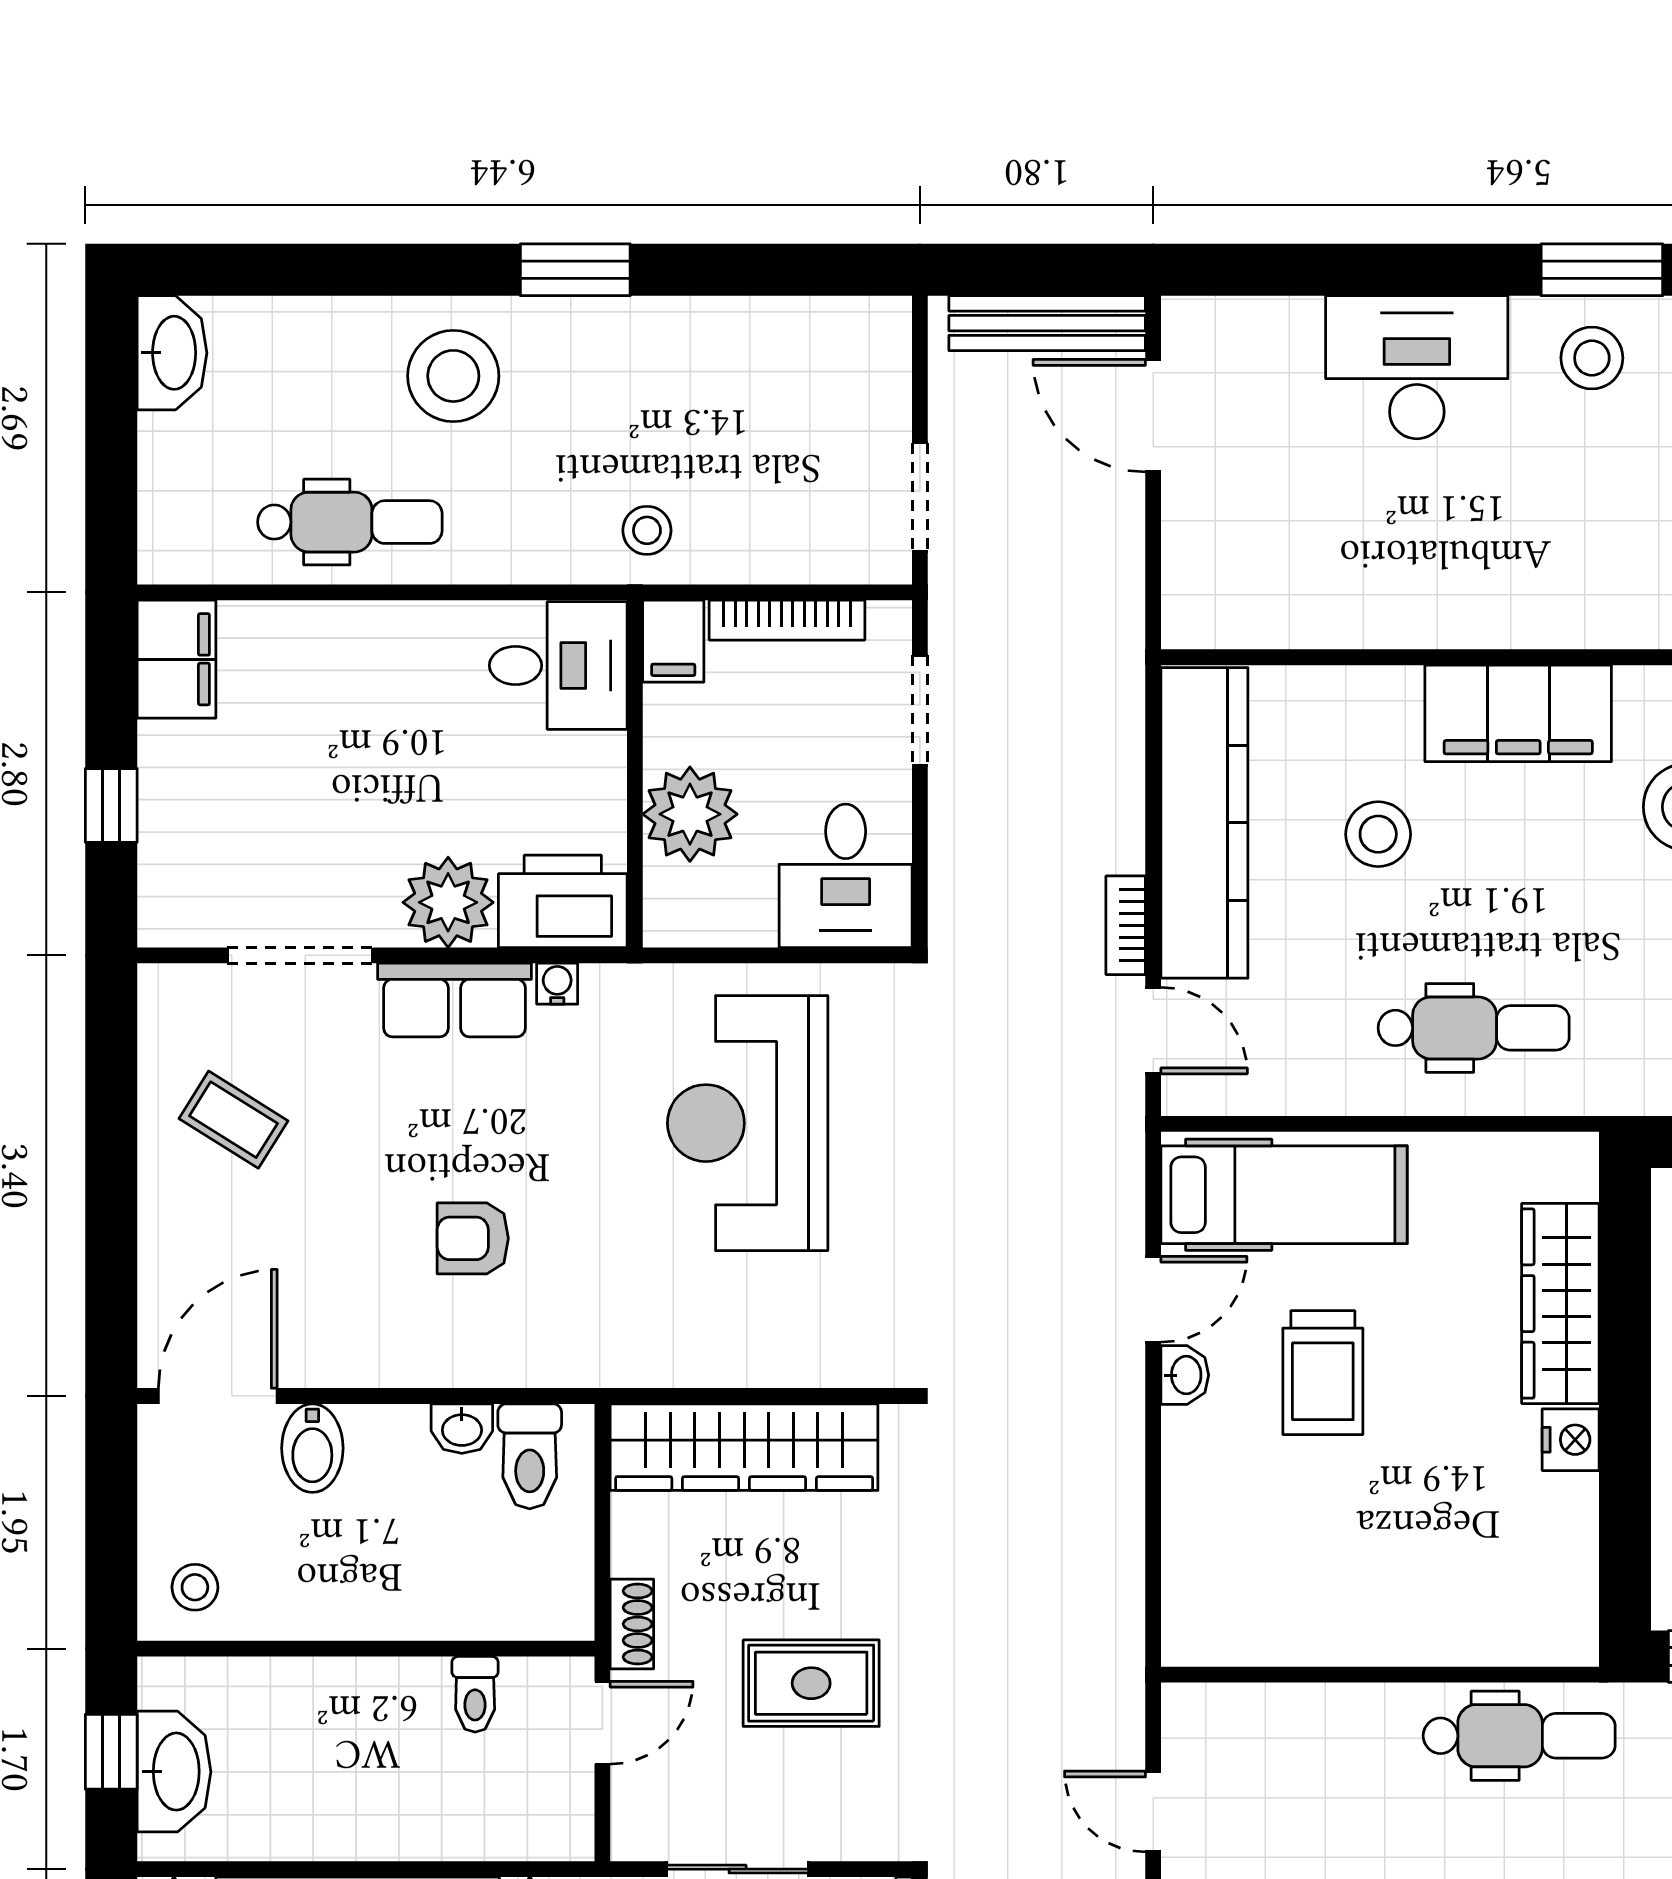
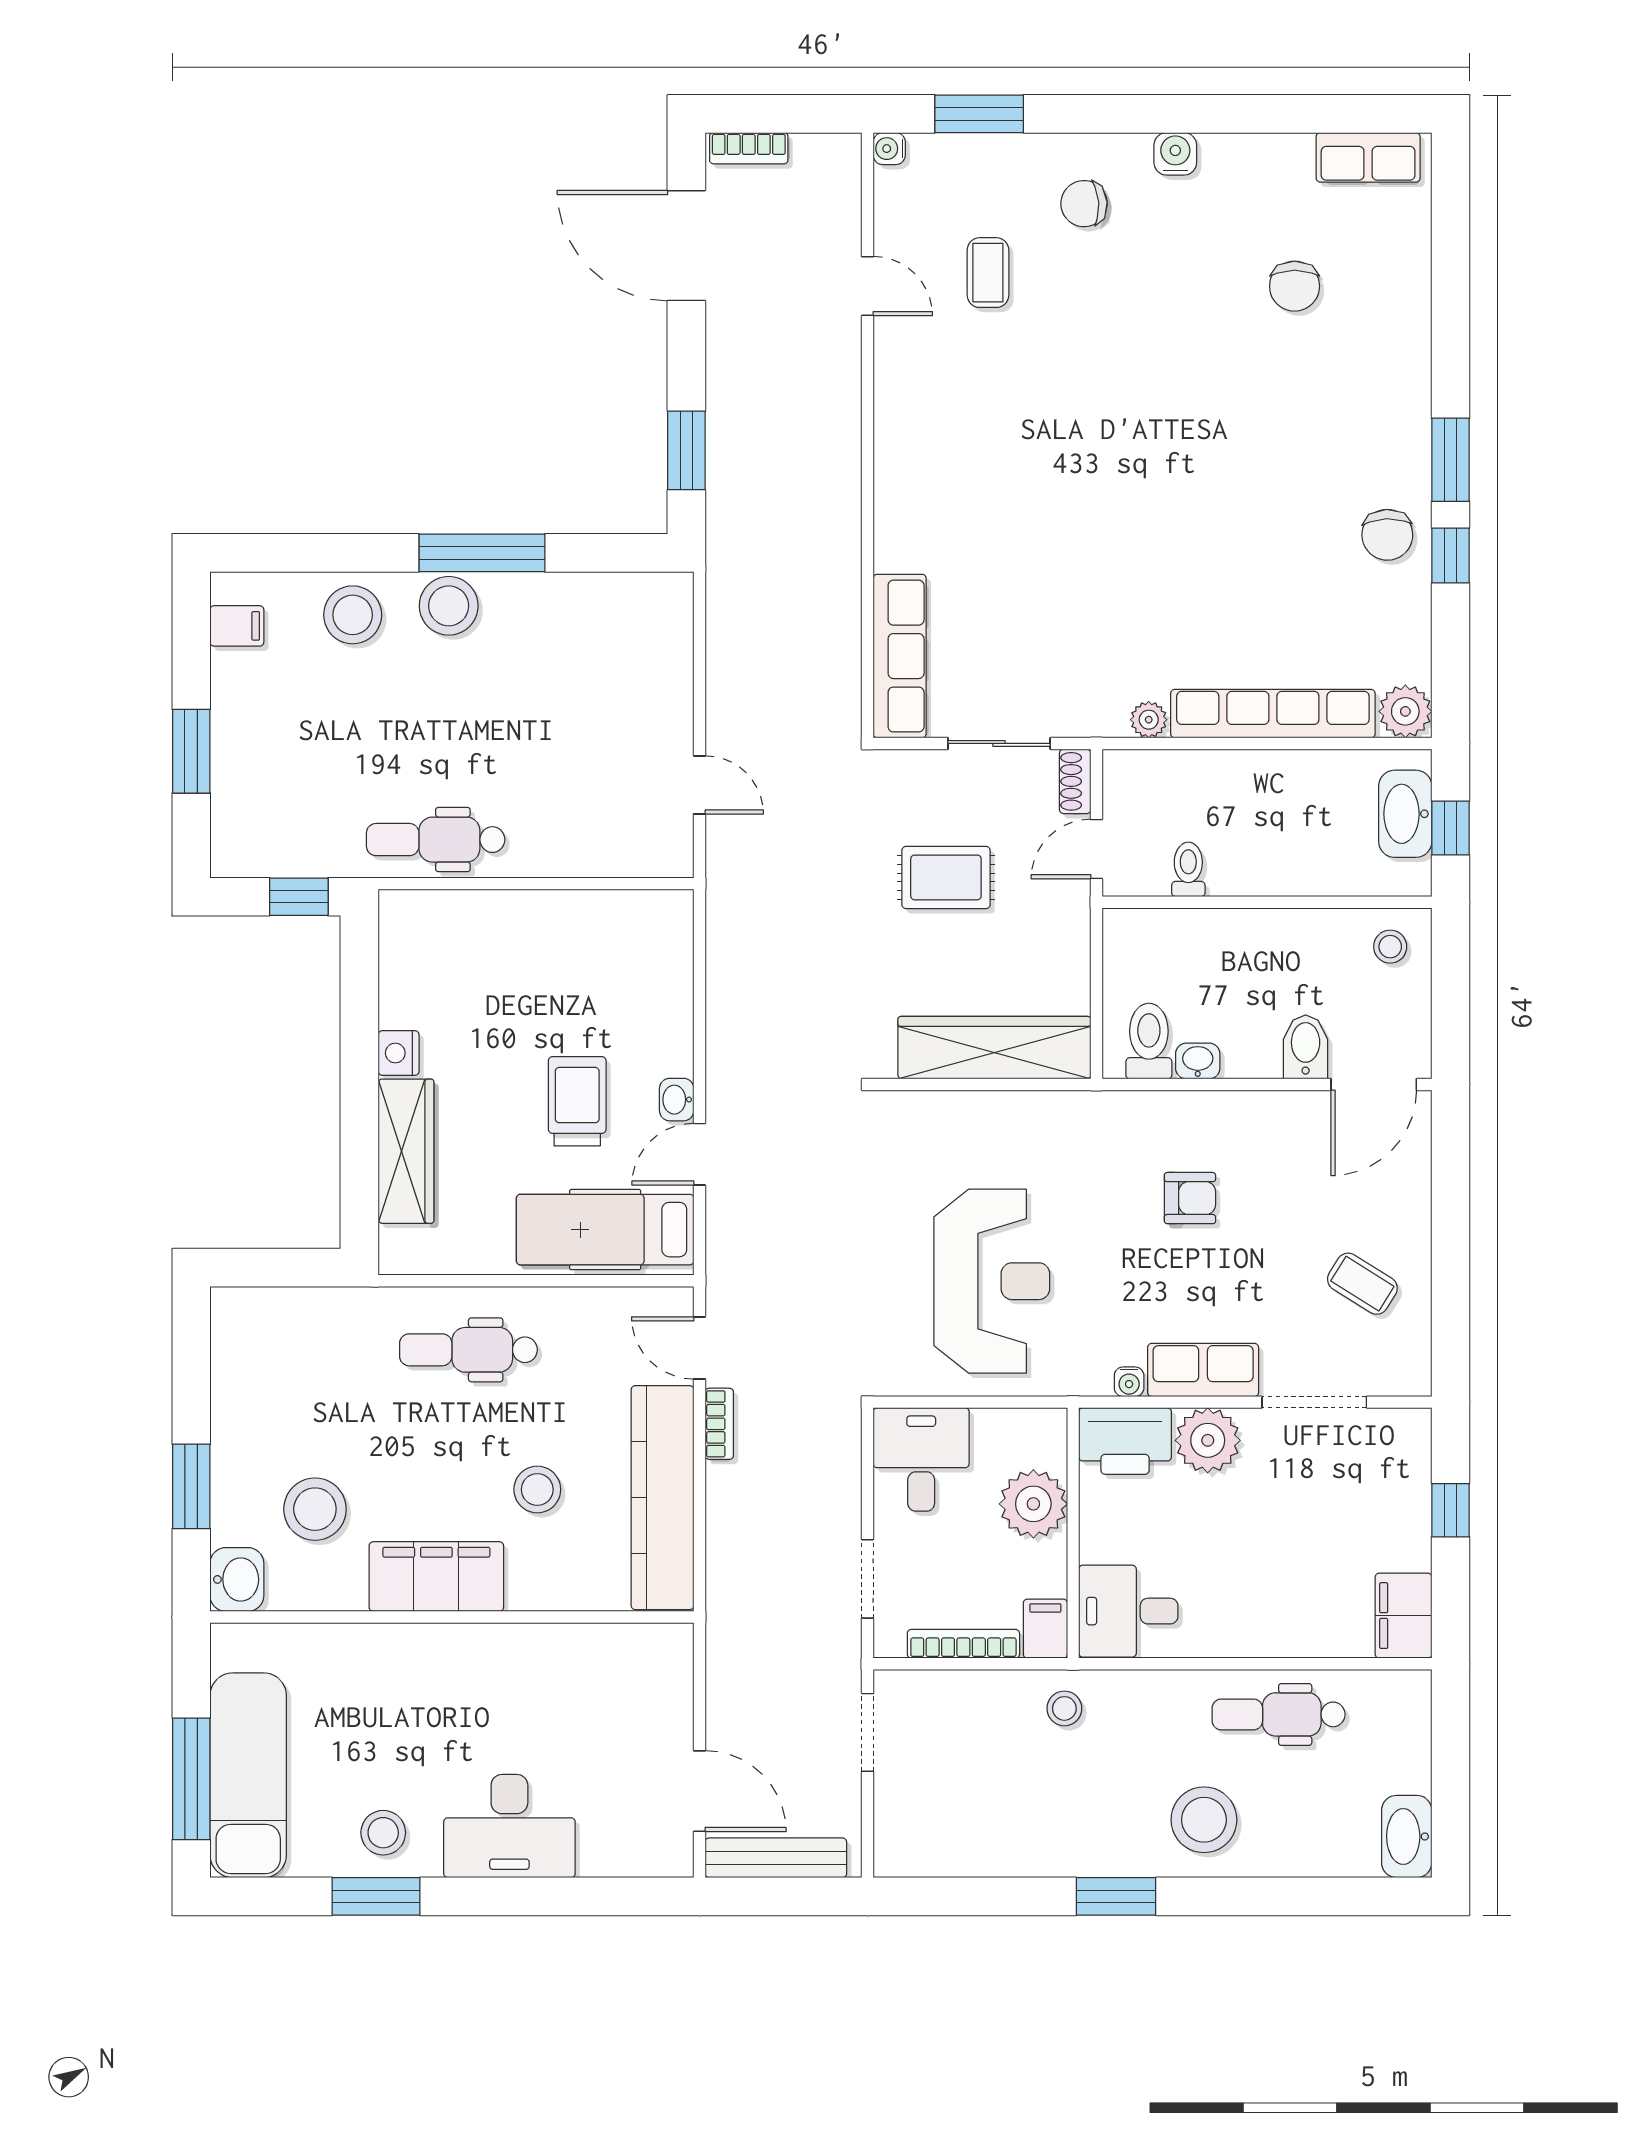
shoe rack: (632, 1624) -> (1075, 781), moved

